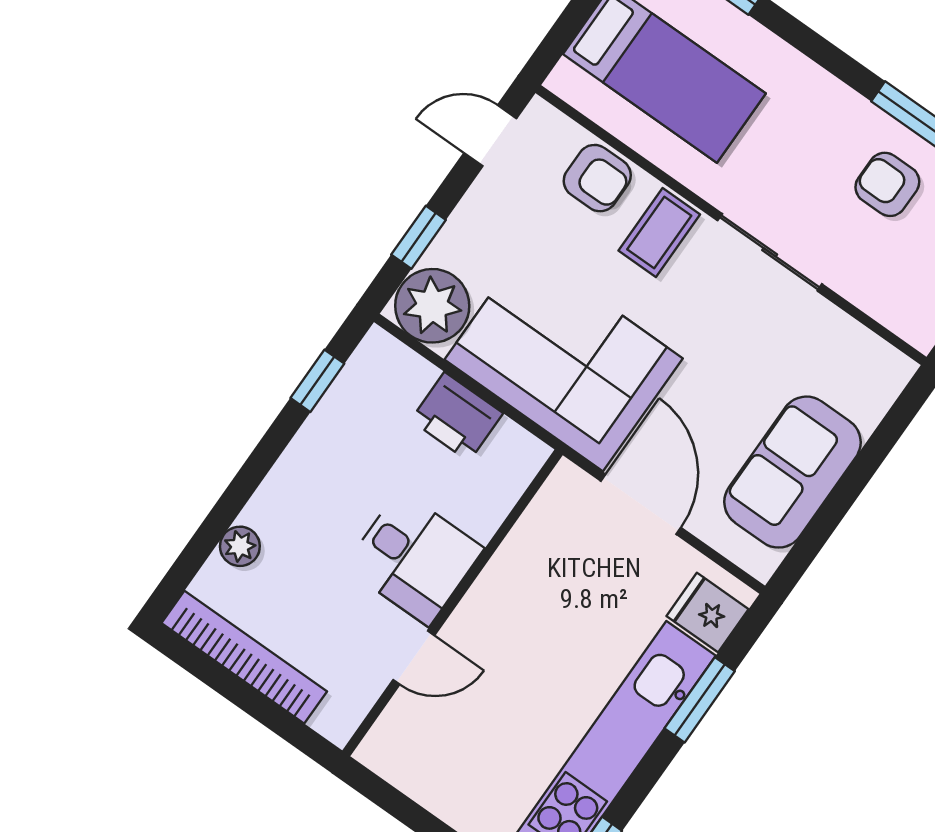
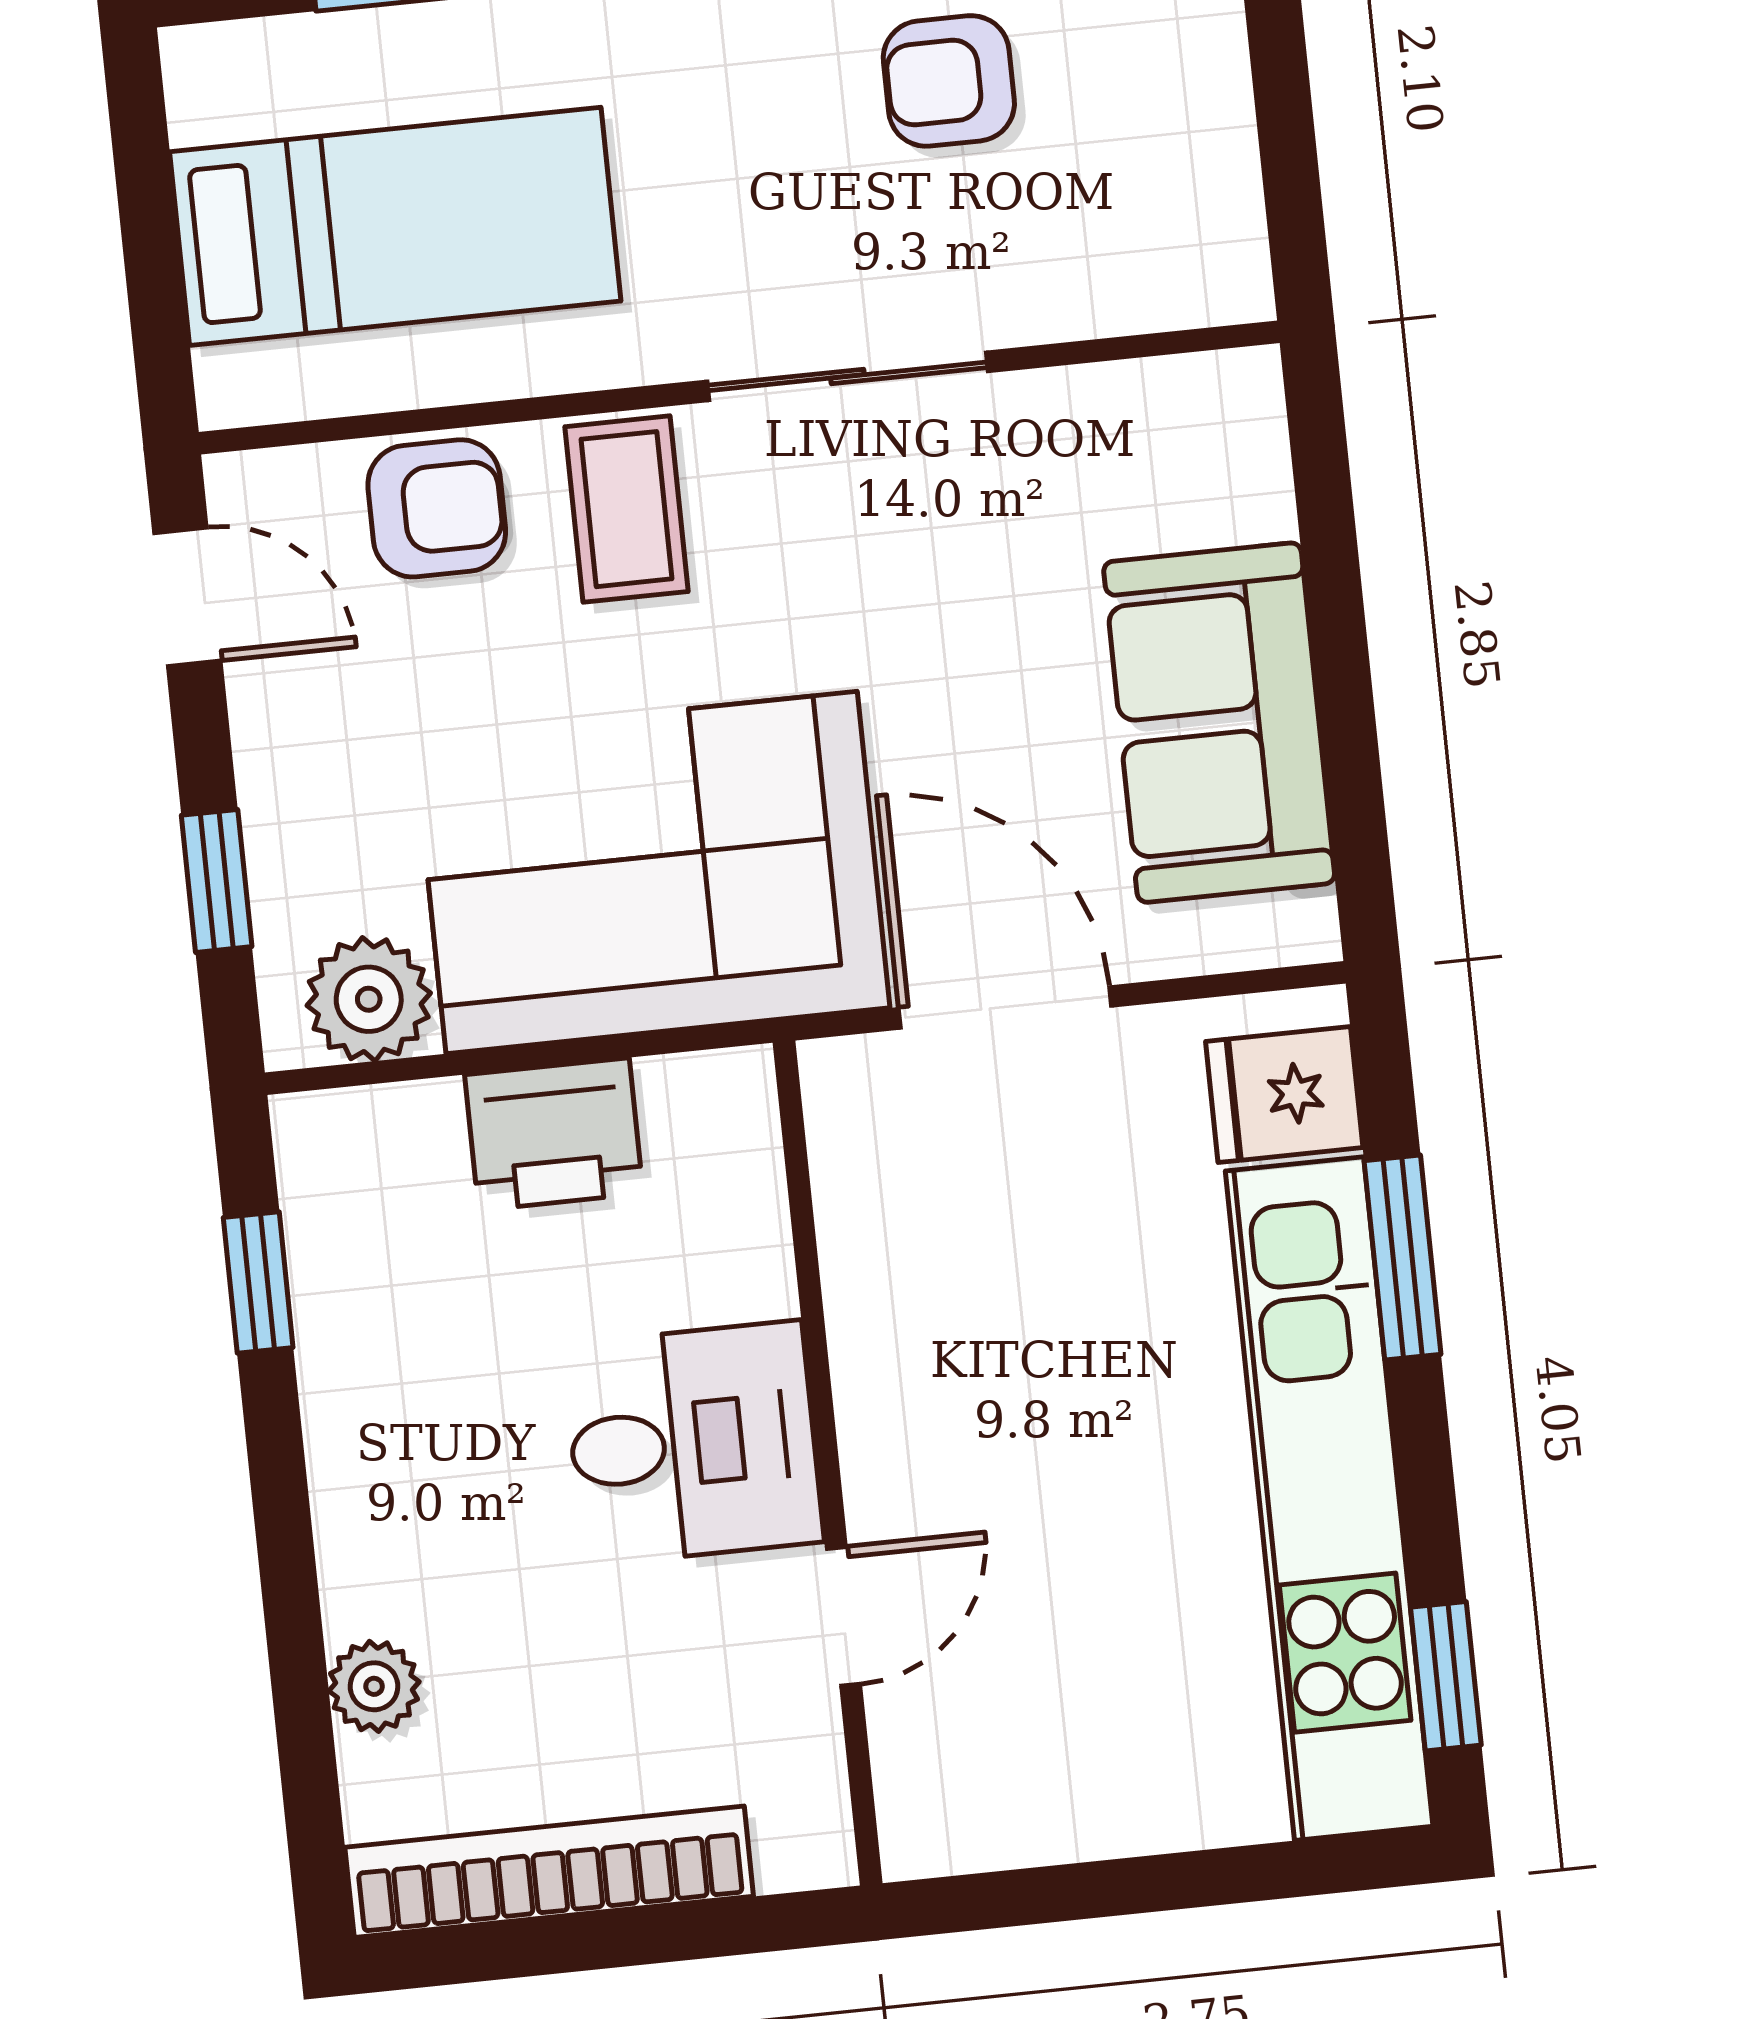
door: (490, 136) -> (187, 597), swing flipped
plant: (432, 306) -> (369, 999), width x0.73, depth x0.73

